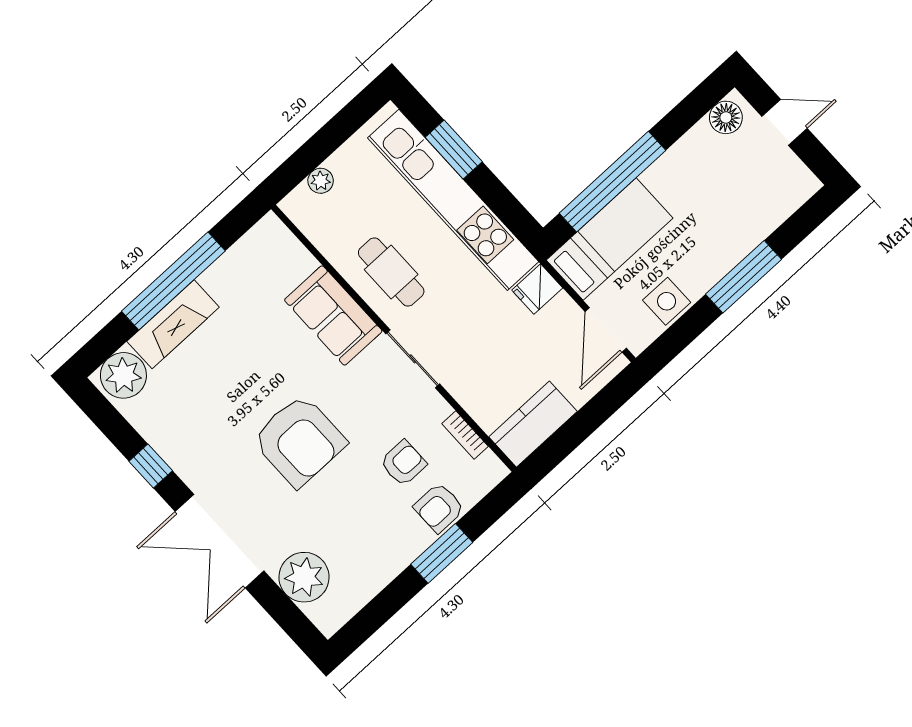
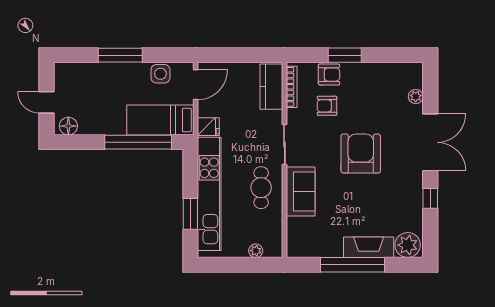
kitchen counter: (533, 424) -> (271, 87), moved, turned 90
bookcase: (465, 435) -> (292, 87), width x1.56
plant: (304, 577) -> (416, 96), width x0.53, depth x0.53

